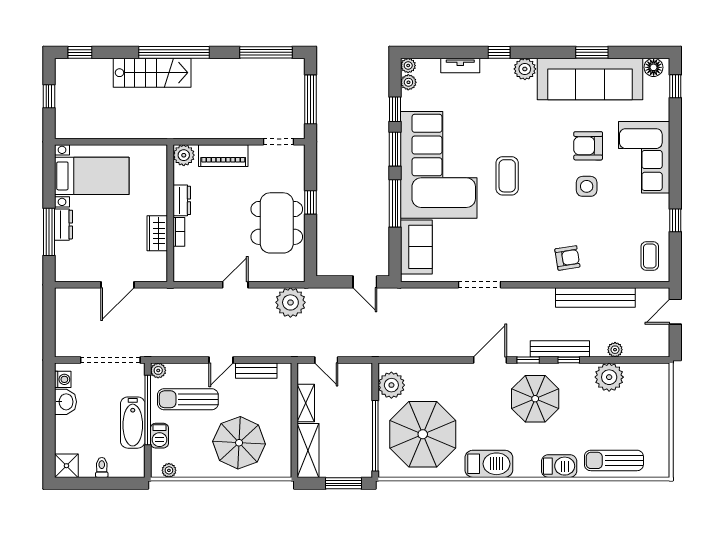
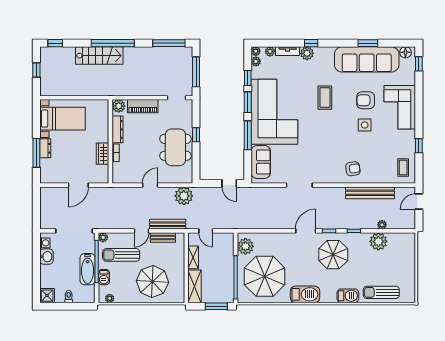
plant: (432, 66) -> (270, 51), added
plant: (525, 69) -> (307, 53), moved
coffee table: (507, 176) -> (325, 98), moved
dresser: (182, 200) -> (117, 129), width x1.44
bench: (560, 349) -> (168, 224), moved

